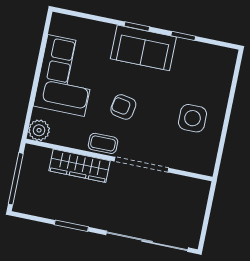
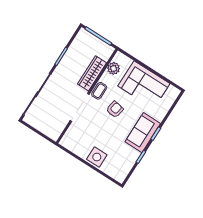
side table: (192, 118) -> (97, 157), moved
plant: (39, 130) -> (114, 68), moved

